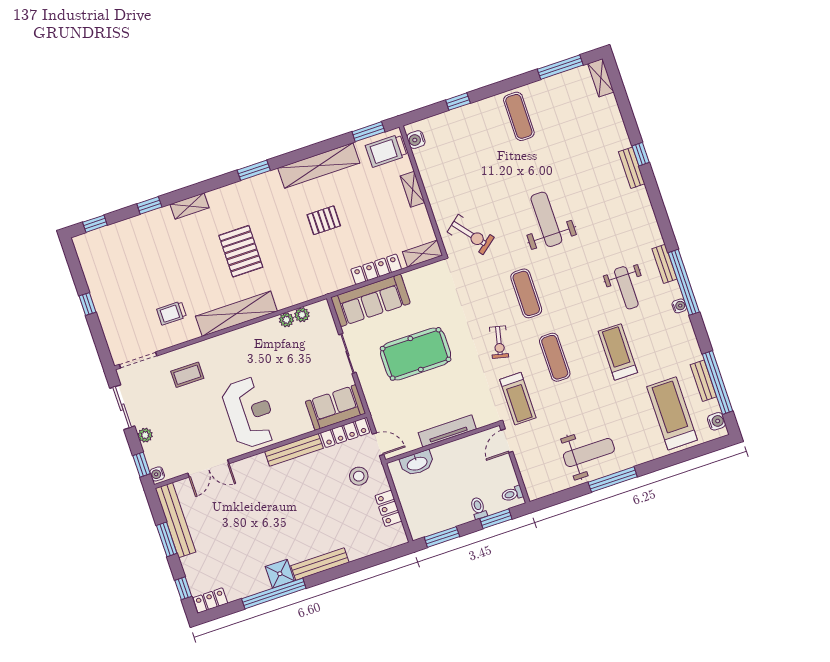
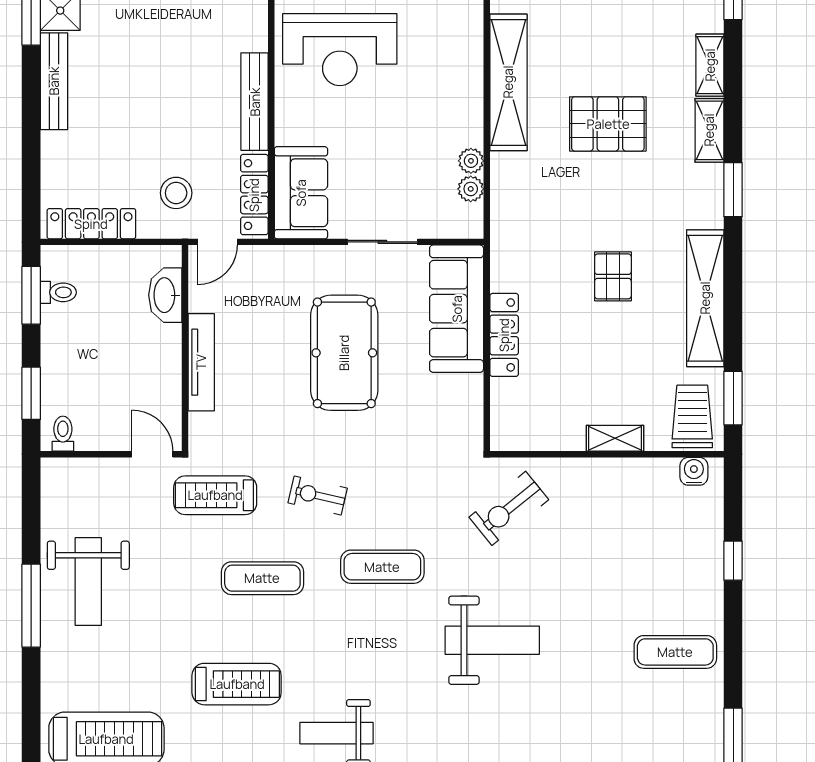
shelving: (423, 254) -> (709, 130), moved
locker: (388, 508) -> (91, 224), width x1.53
toilet: (478, 508) -> (58, 292), moved

